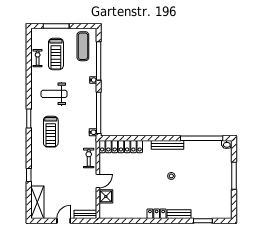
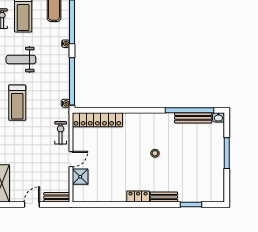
bench: (168, 145) -> (193, 118), moved

